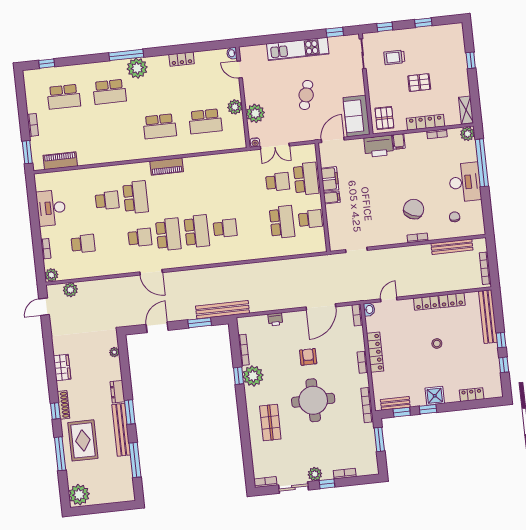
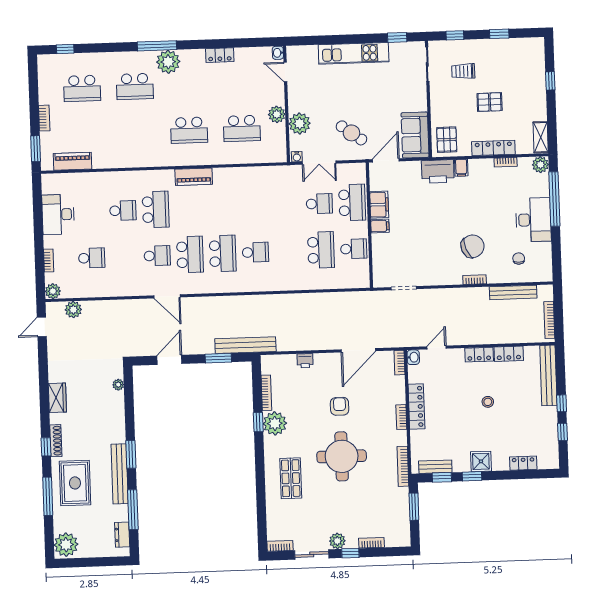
cafe table: (306, 95) -> (351, 133), moved, turned -69
chair: (414, 209) -> (473, 246), turned 44
dresser: (117, 392) -> (122, 535), moved

